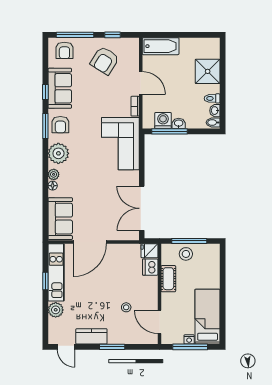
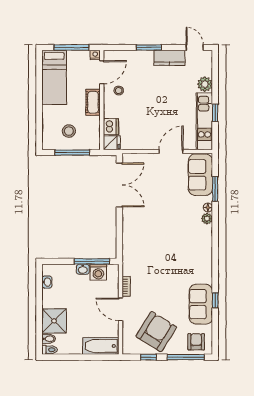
armchair: (105, 61) -> (156, 332), width x1.36, depth x1.36
toilet: (212, 98) -> (50, 350), moved
bidet: (213, 122) -> (49, 339), moved
armchair: (60, 125) -> (200, 268), removed
window: (45, 126) -> (215, 189), moved
corner sofa: (120, 144) -> (141, 249), removed
plant: (58, 153) -> (202, 240), removed
door: (90, 242) -> (171, 151), width x0.73
stool: (186, 254) -> (69, 131), moved
cot: (168, 279) -> (93, 102), moved
stool: (126, 307) -> (119, 91), moved
door: (160, 322) -> (102, 72), hinge flipped
nightstand: (189, 339) -> (95, 55), moved

